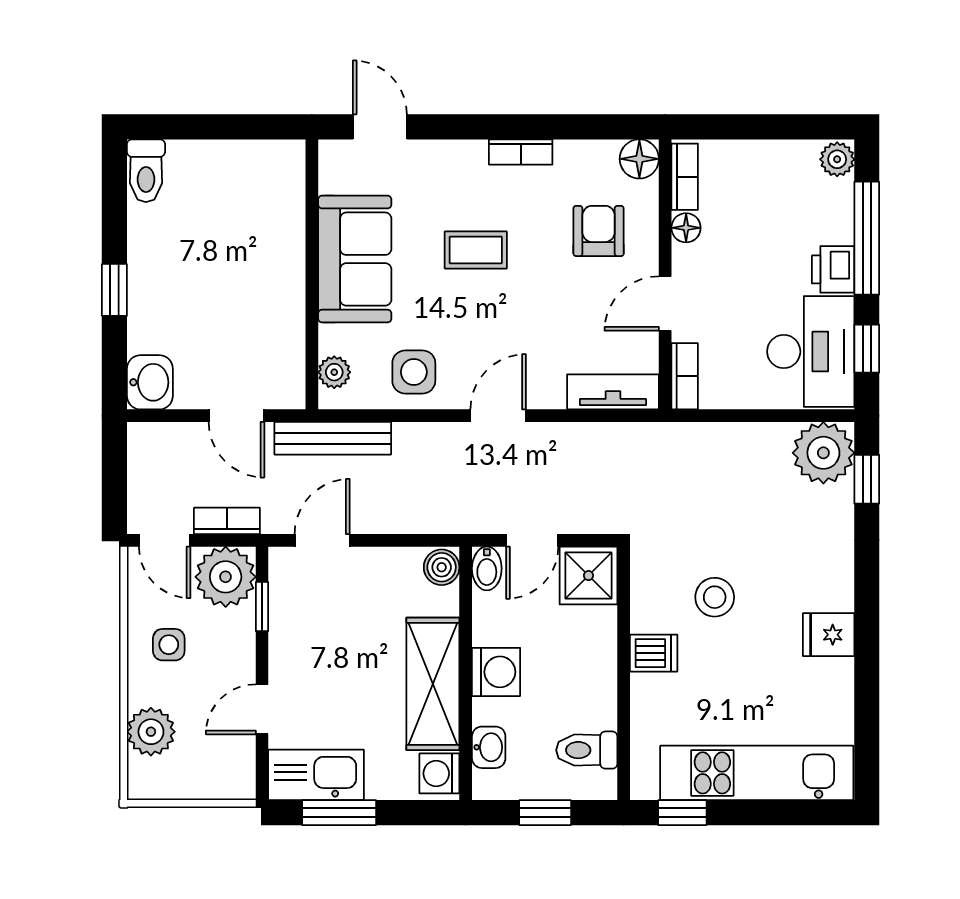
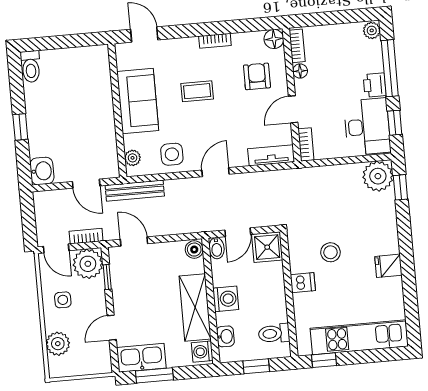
door: (322, 540) -> (134, 242), hinge flipped

